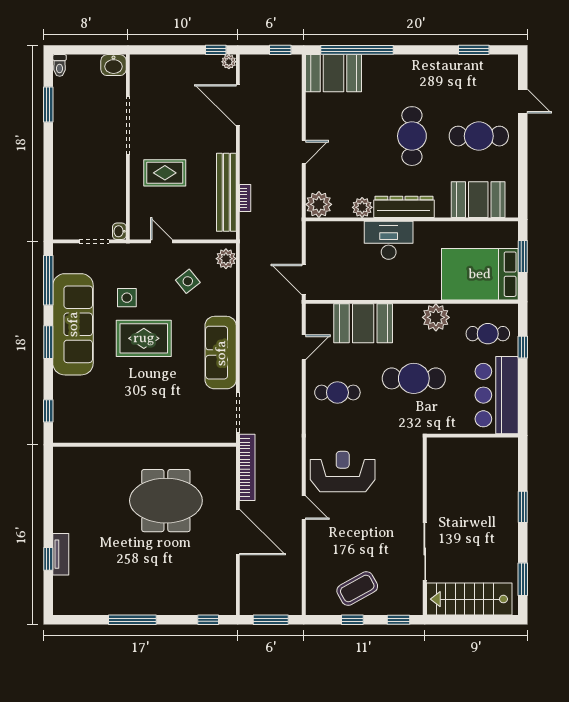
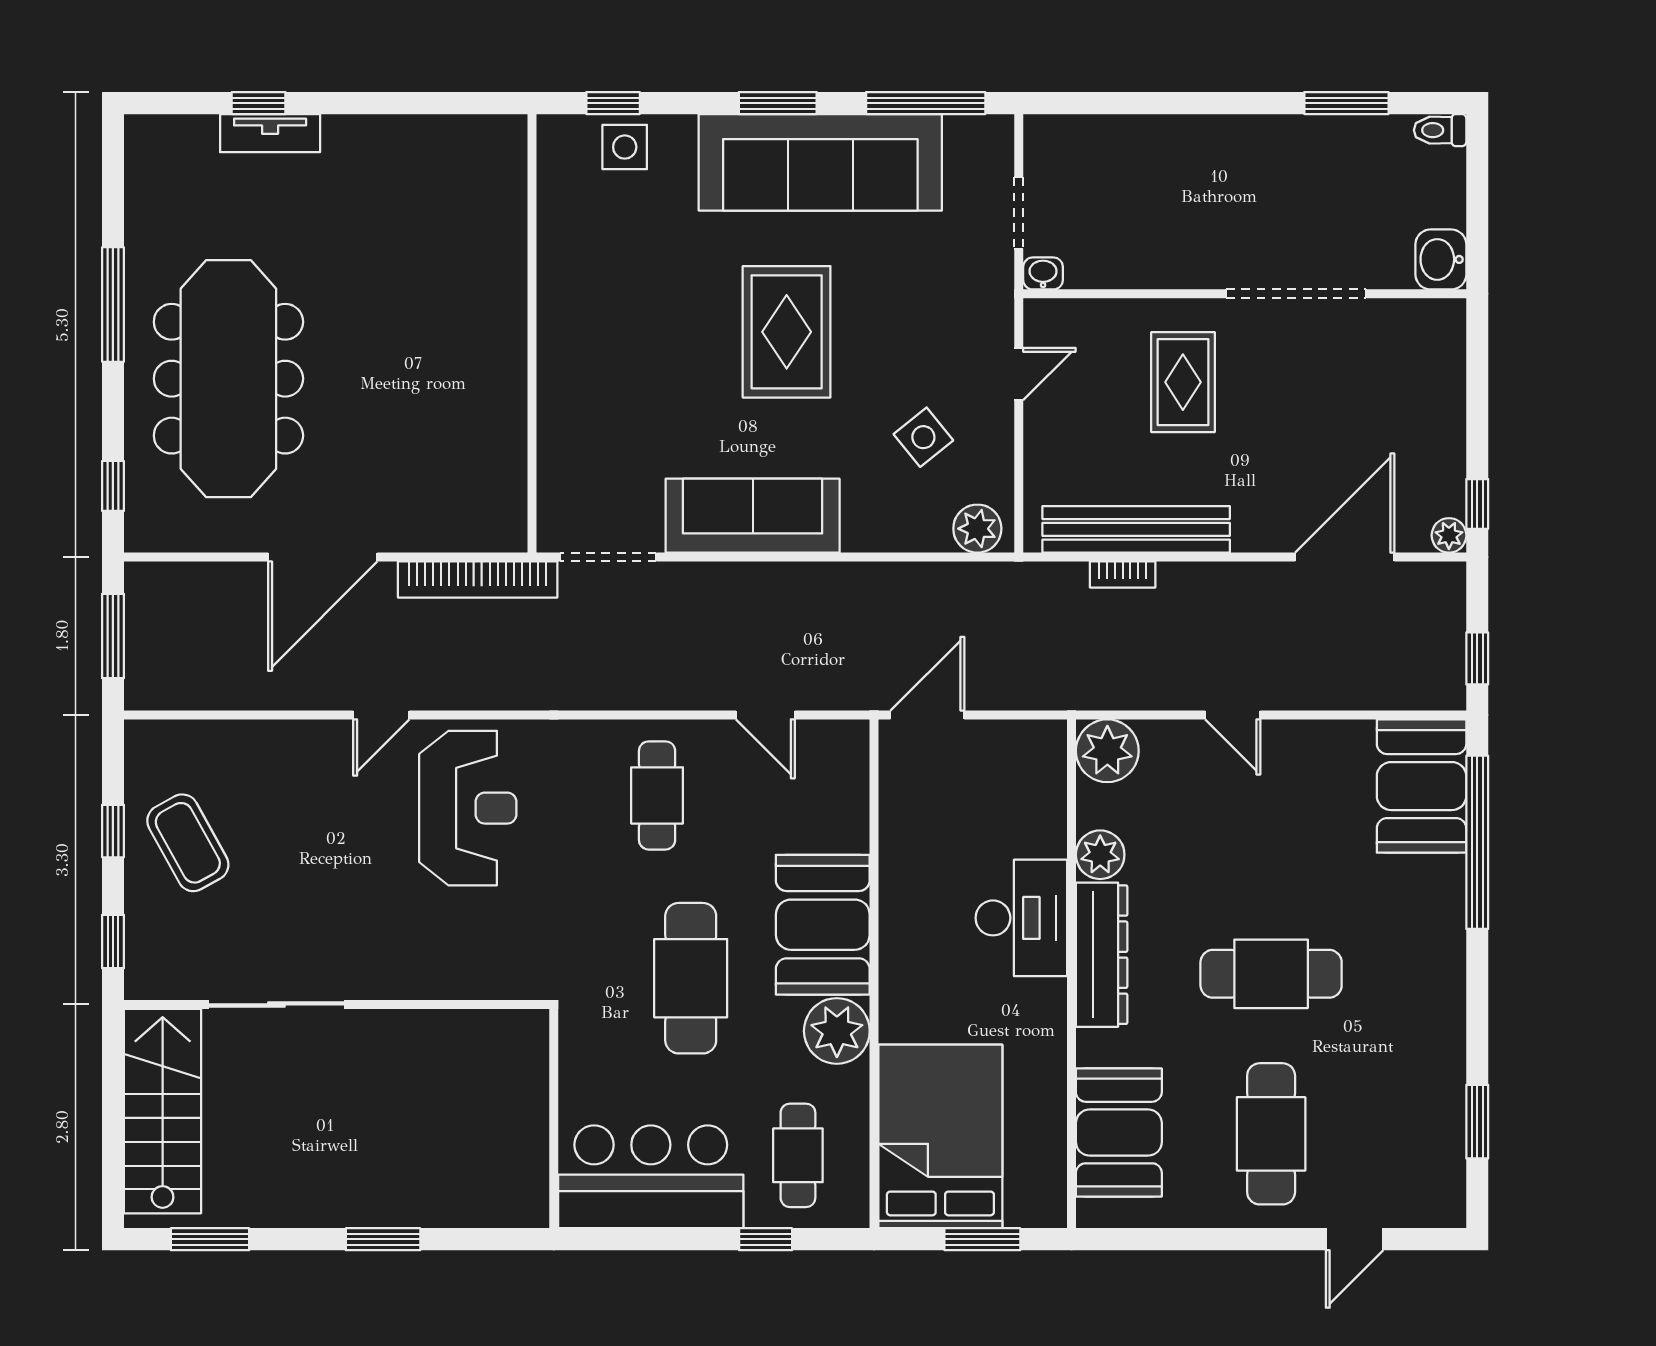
side table: (127, 298) -> (625, 147), moved
booth: (363, 323) -> (823, 925), moved
meeting table: (166, 501) -> (228, 379), moved, width x1.36

